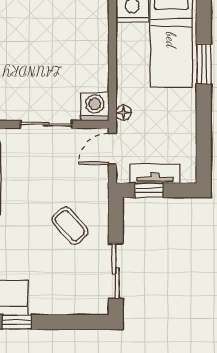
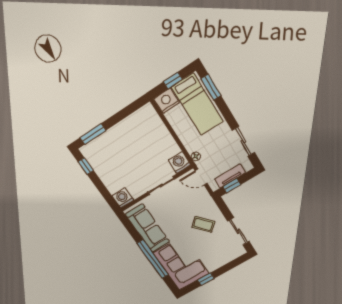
window: (204, 64) -> (211, 87), moved
sliding door: (204, 134) -> (243, 141), added
door: (112, 149) -> (201, 177), hinge flipped

